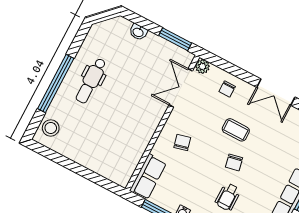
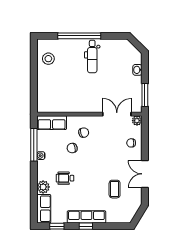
dental chair: (91, 81) -> (92, 57), turned -90
stool: (51, 128) -> (48, 59), moved
coffee table: (236, 130) -> (115, 189), moved
chair: (234, 162) -> (72, 148), moved

